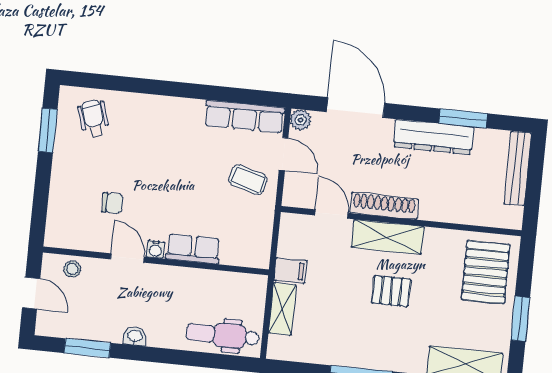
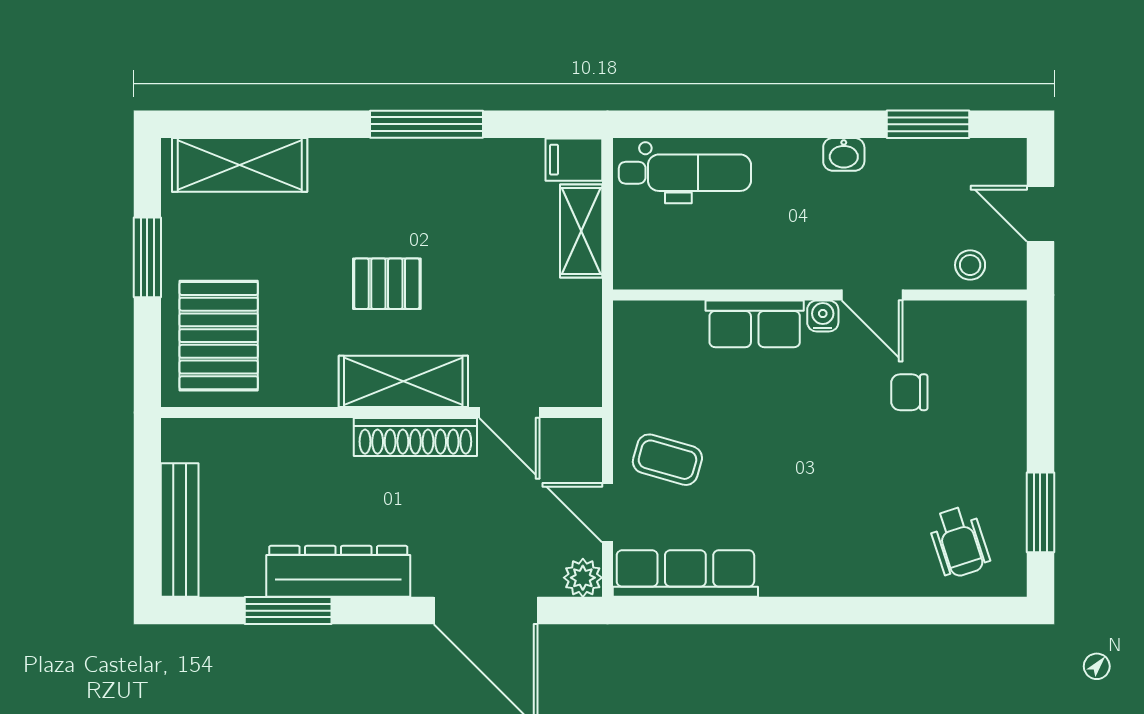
filing cabinet: (290, 270) -> (574, 160), moved

